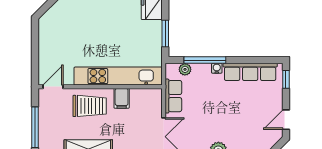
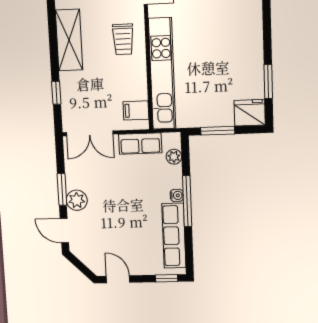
window: (205, 60) -> (187, 201), moved
filing cabinet: (122, 98) -> (136, 110), moved
trolley: (90, 106) -> (123, 39), width x0.73, depth x0.72

